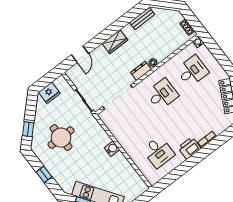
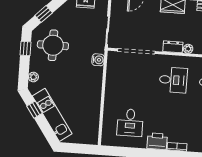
round table: (61, 138) -> (53, 45), moved
water cooler: (112, 149) -> (98, 60), moved
window: (44, 174) -> (26, 49), moved
plant: (61, 181) -> (33, 77), added

